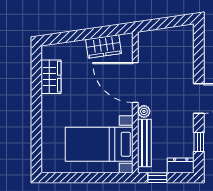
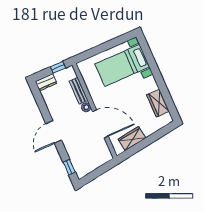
window: (199, 142) -> (69, 167), moved
bench: (144, 143) -> (79, 91), width x0.73
bed with nightstands: (99, 144) -> (122, 65), moved, turned 180

